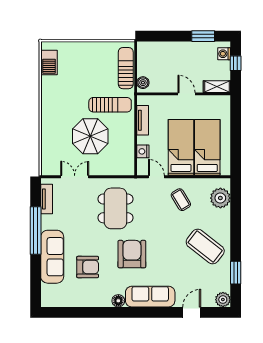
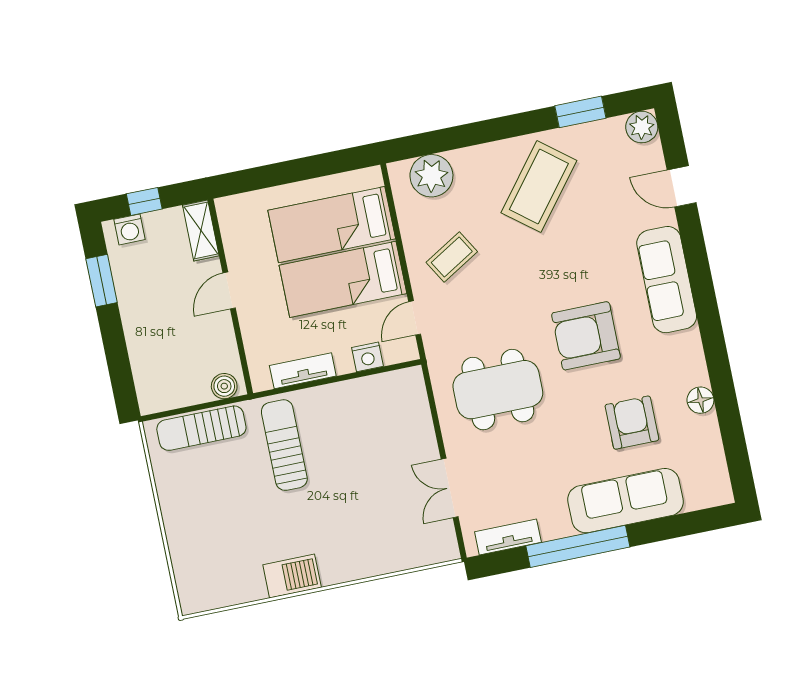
barbecue: (49, 63) -> (292, 576), moved
parasol: (90, 136) -> (358, 473), removed
floor lamp: (118, 301) -> (700, 400), moved

